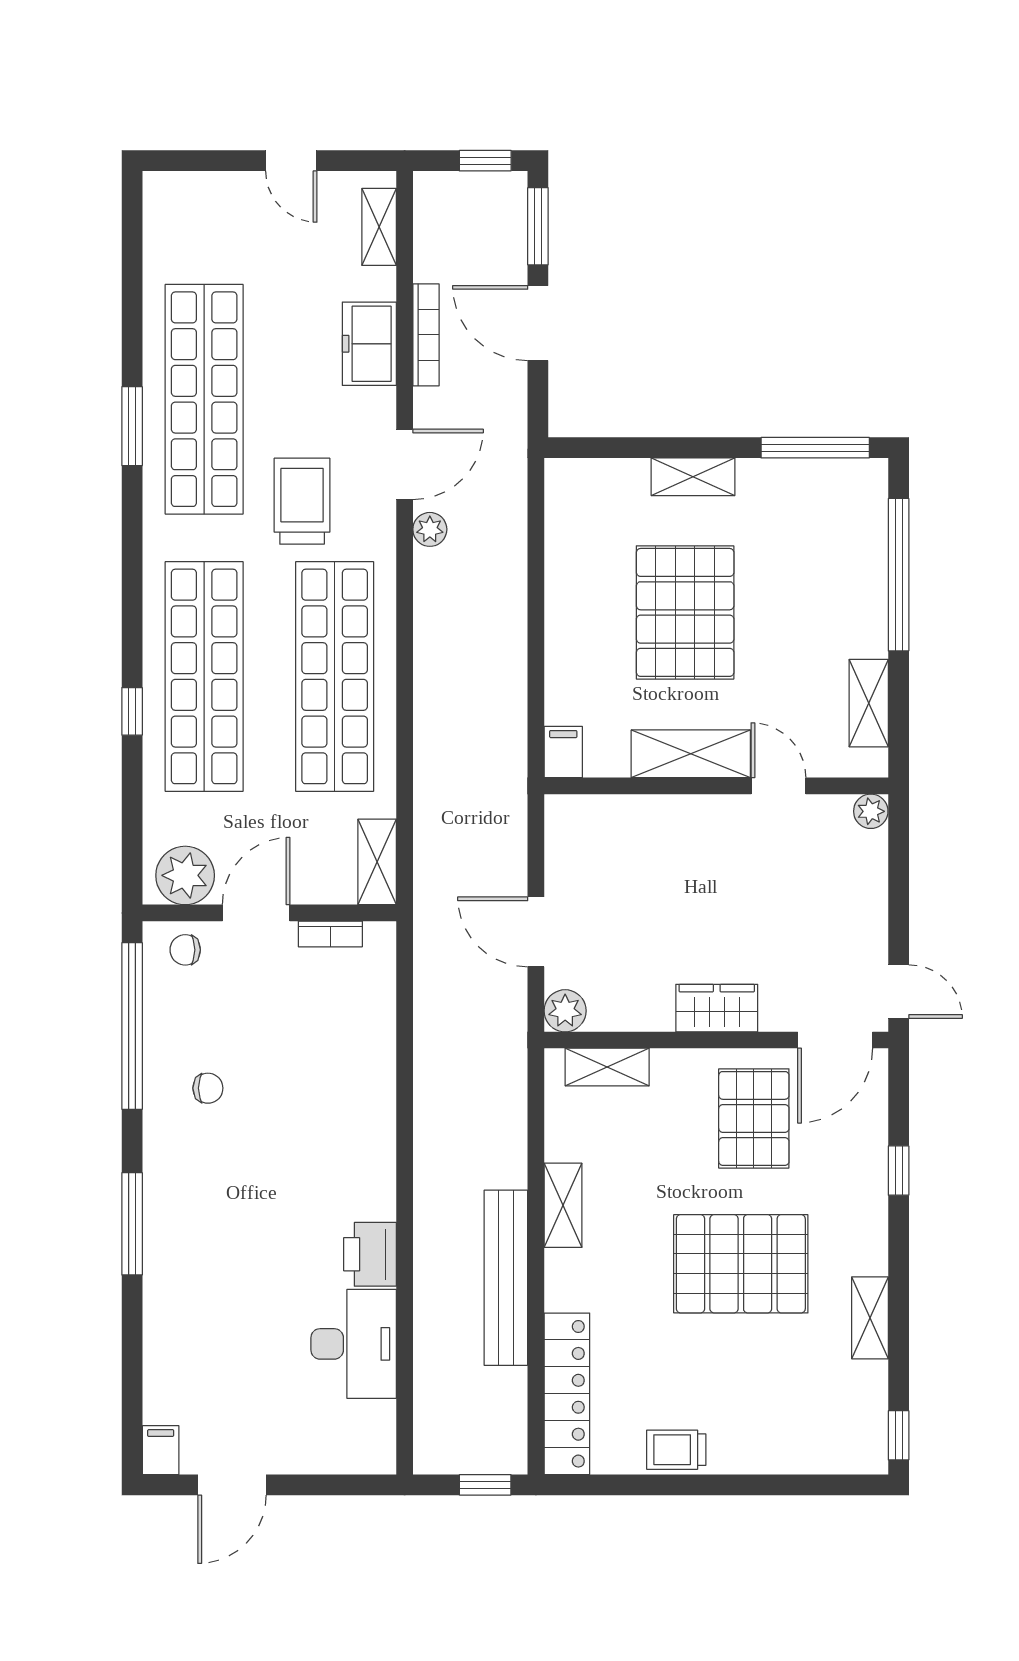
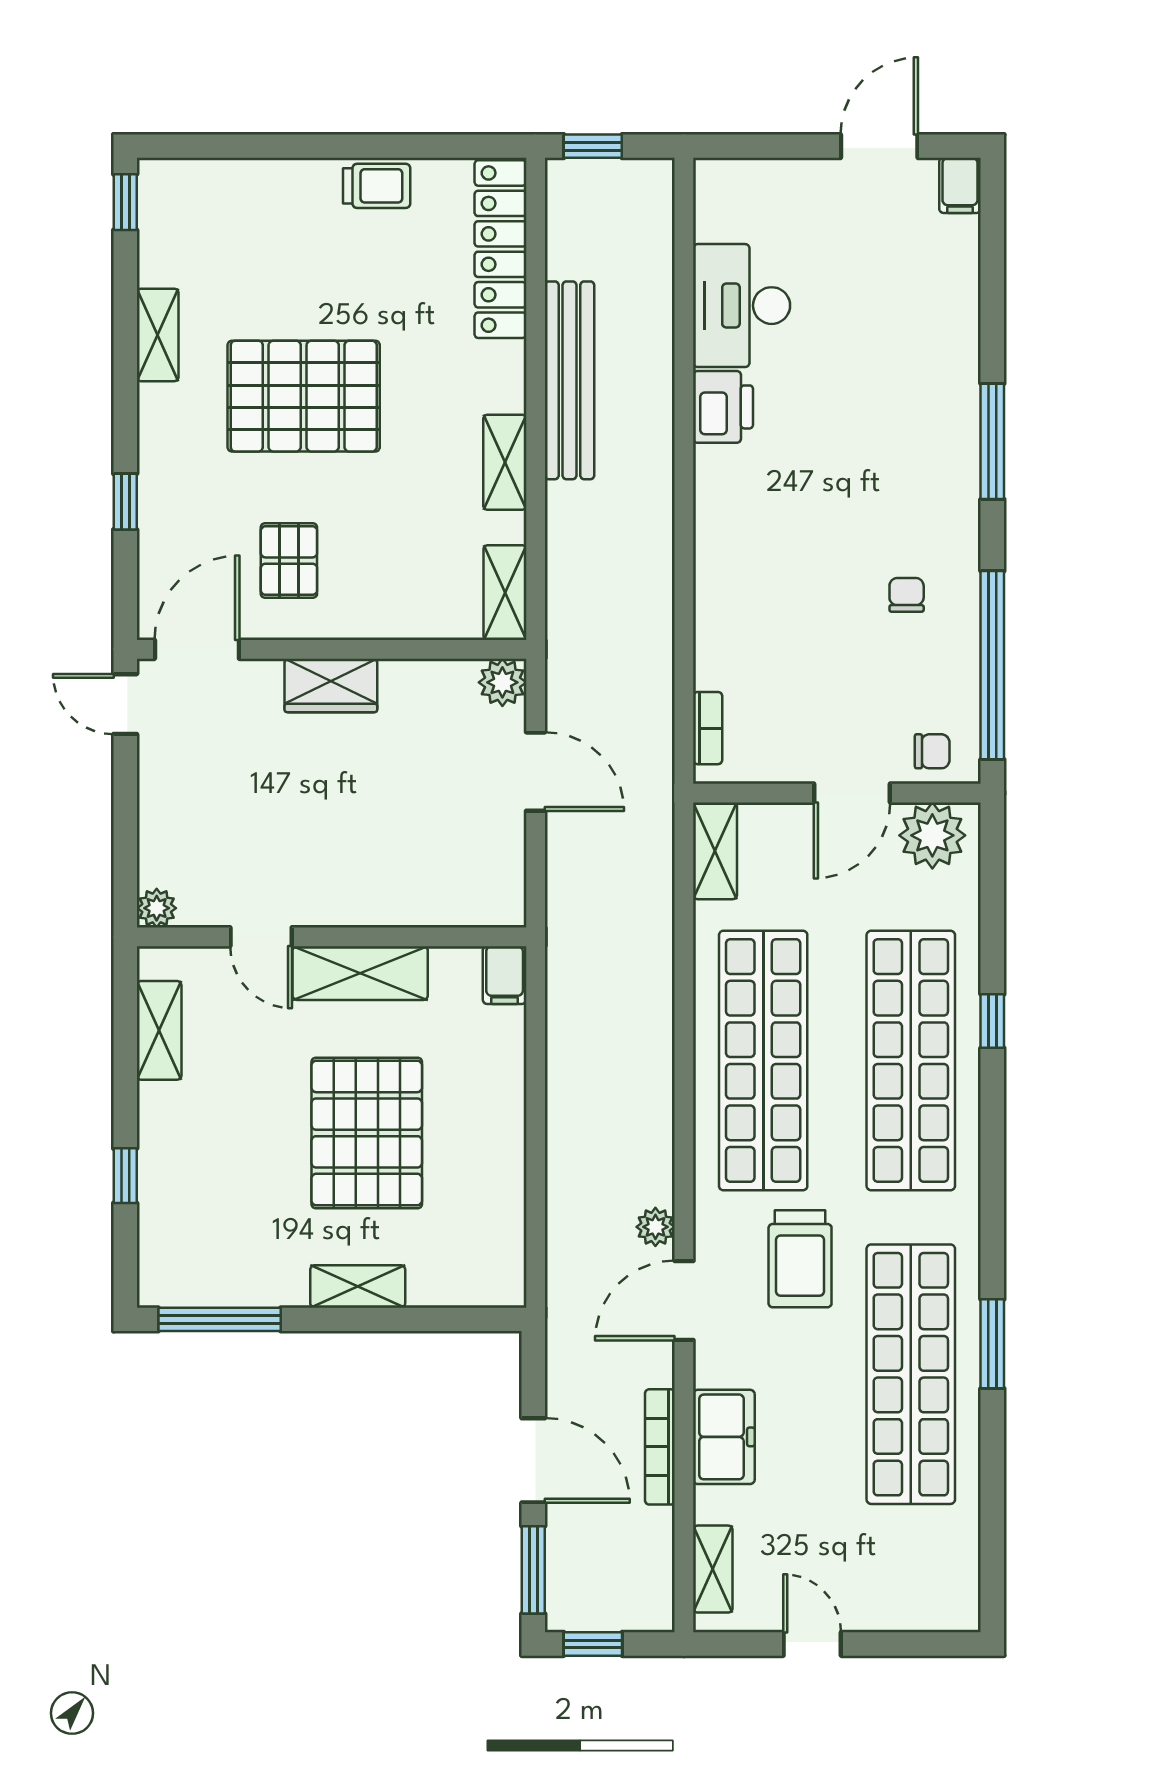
window: (899, 575) -> (125, 1176), width x0.32
bookcase: (330, 934) -> (708, 728), moved, turned 90
shelving: (607, 1067) -> (505, 593), moved, turned 90
chair: (208, 1088) -> (907, 595), turned 90
pallet: (754, 1118) -> (289, 561), width x0.67, depth x0.71

